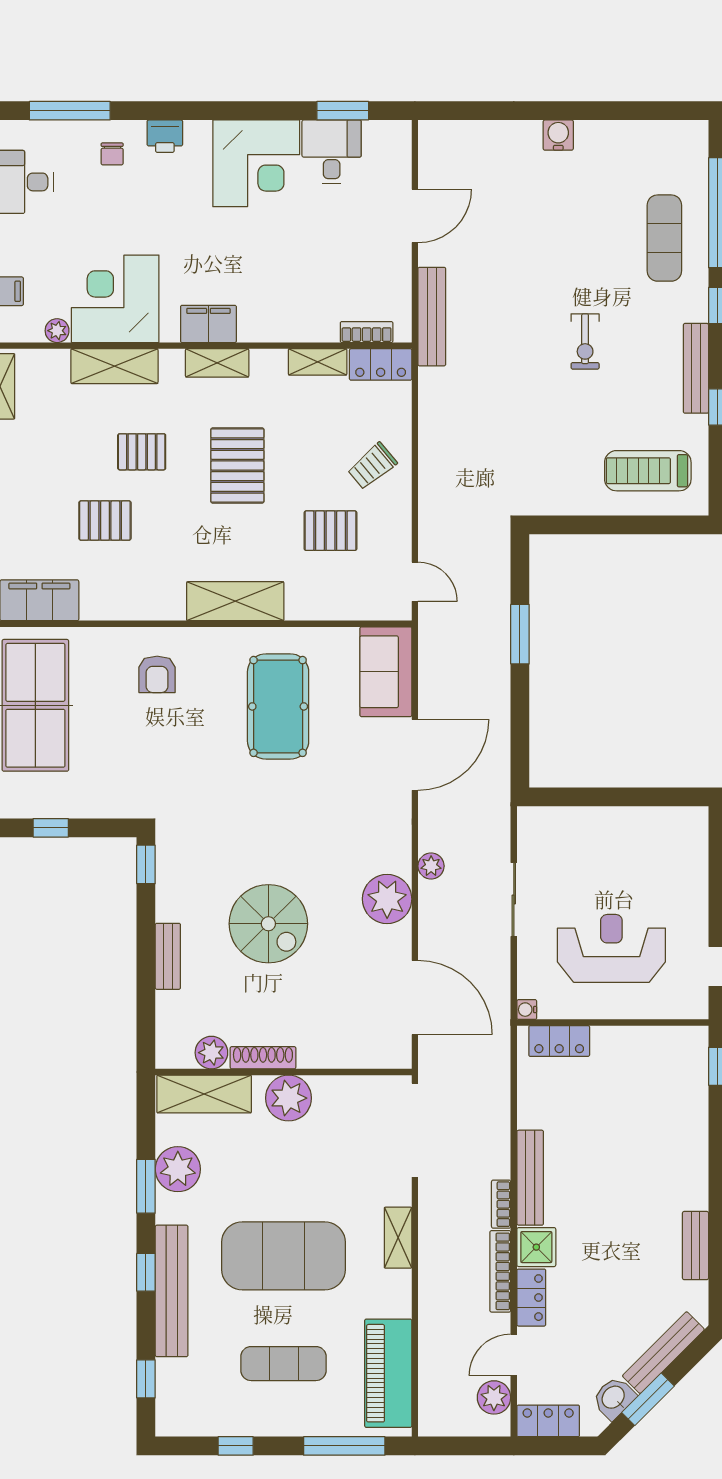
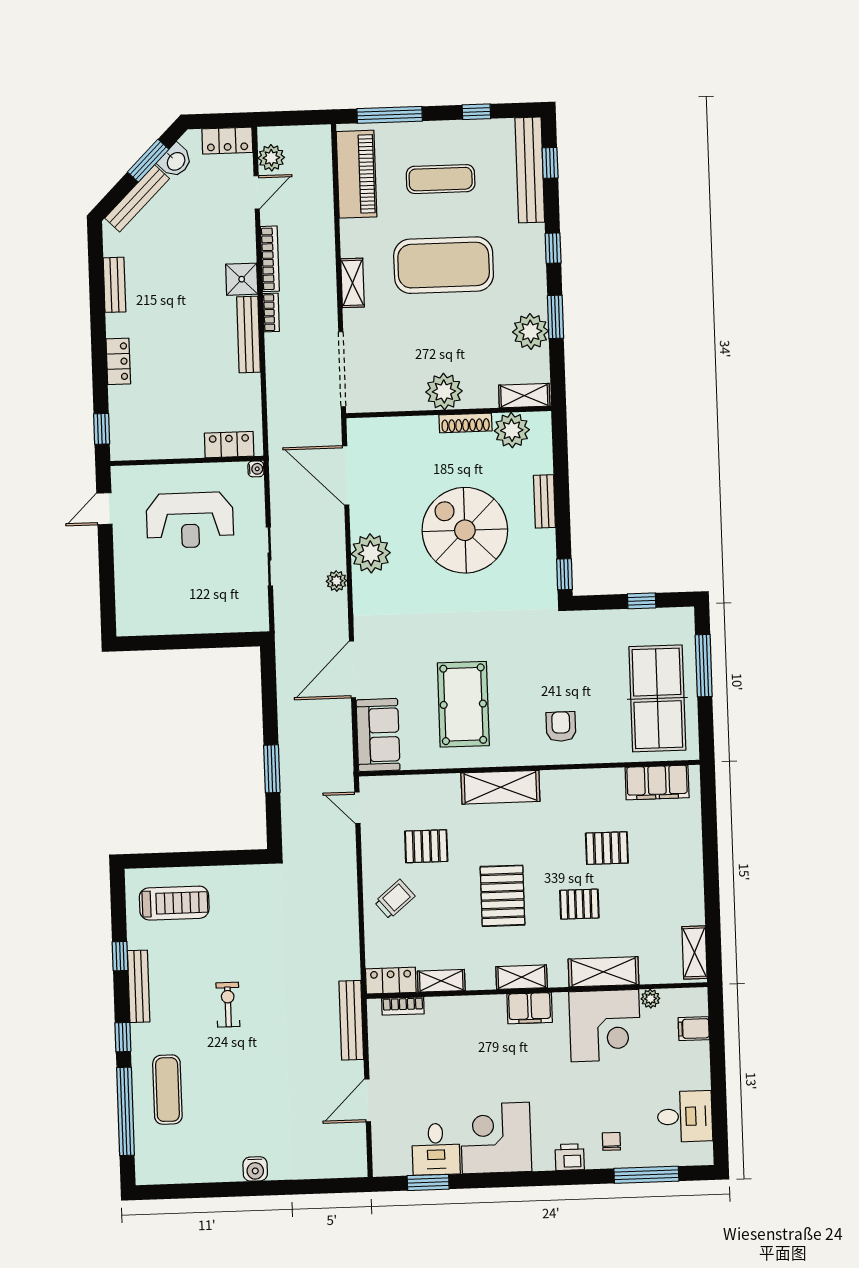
spiral stairs: (268, 924) -> (465, 530), width x1.37, depth x1.37
plant: (211, 1053) -> (512, 430), width x1.36, depth x1.36
shelving: (204, 1094) -> (524, 396), width x0.67, depth x0.75
bench: (172, 1291) -> (530, 170), moved
locker: (531, 1298) -> (118, 361), moved, turned 180

